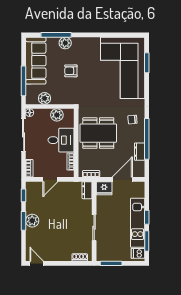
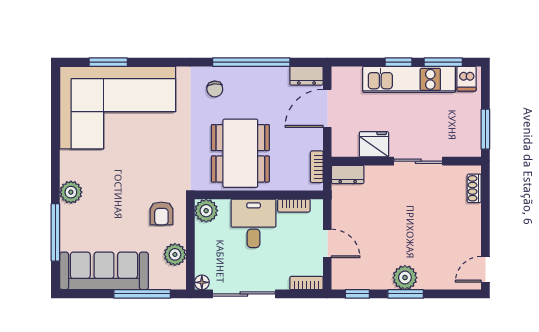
plant: (65, 43) -> (71, 192), moved
armchair: (71, 71) -> (161, 213), moved
plant: (57, 115) -> (206, 211), moved
dresser: (140, 152) -> (306, 76), moved
door: (122, 179) -> (327, 108), hinge flipped
fridge: (104, 188) -> (374, 144), moved, turned -90

